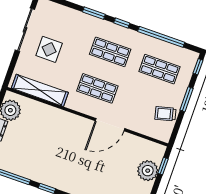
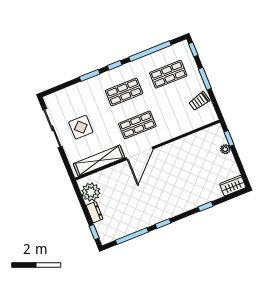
door: (110, 125) -> (140, 153), moved
plant: (148, 171) -> (225, 149), width x0.53, depth x0.53

